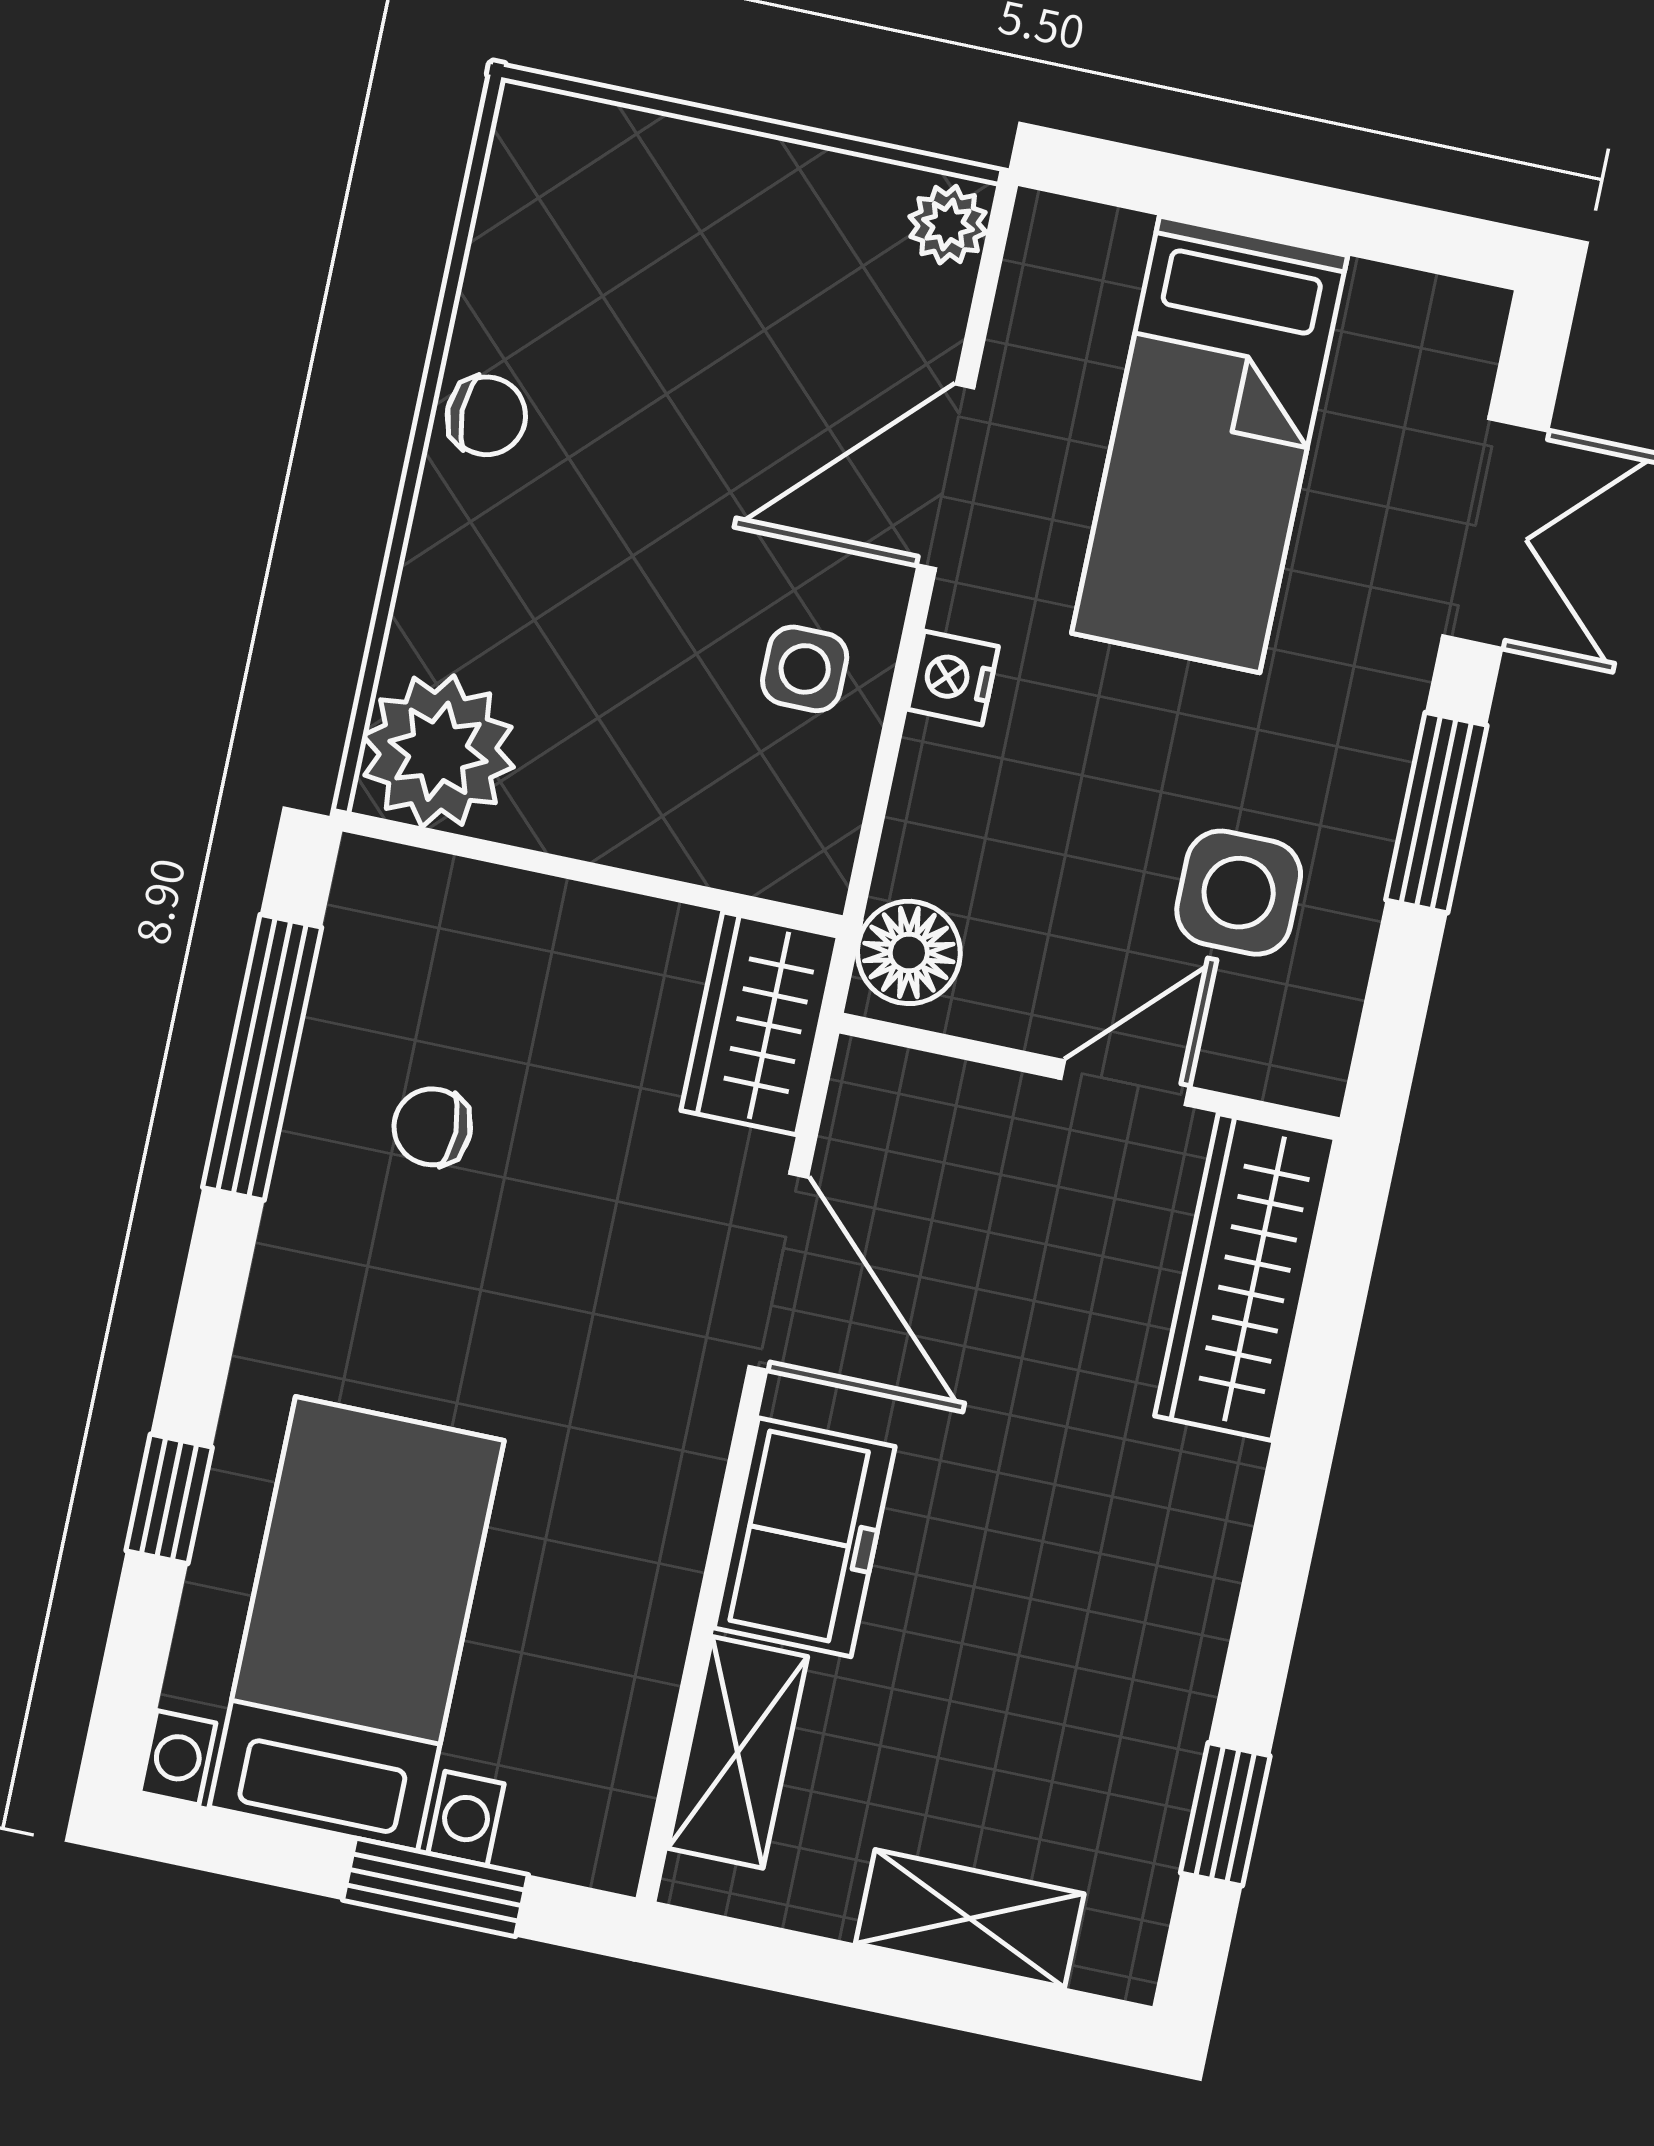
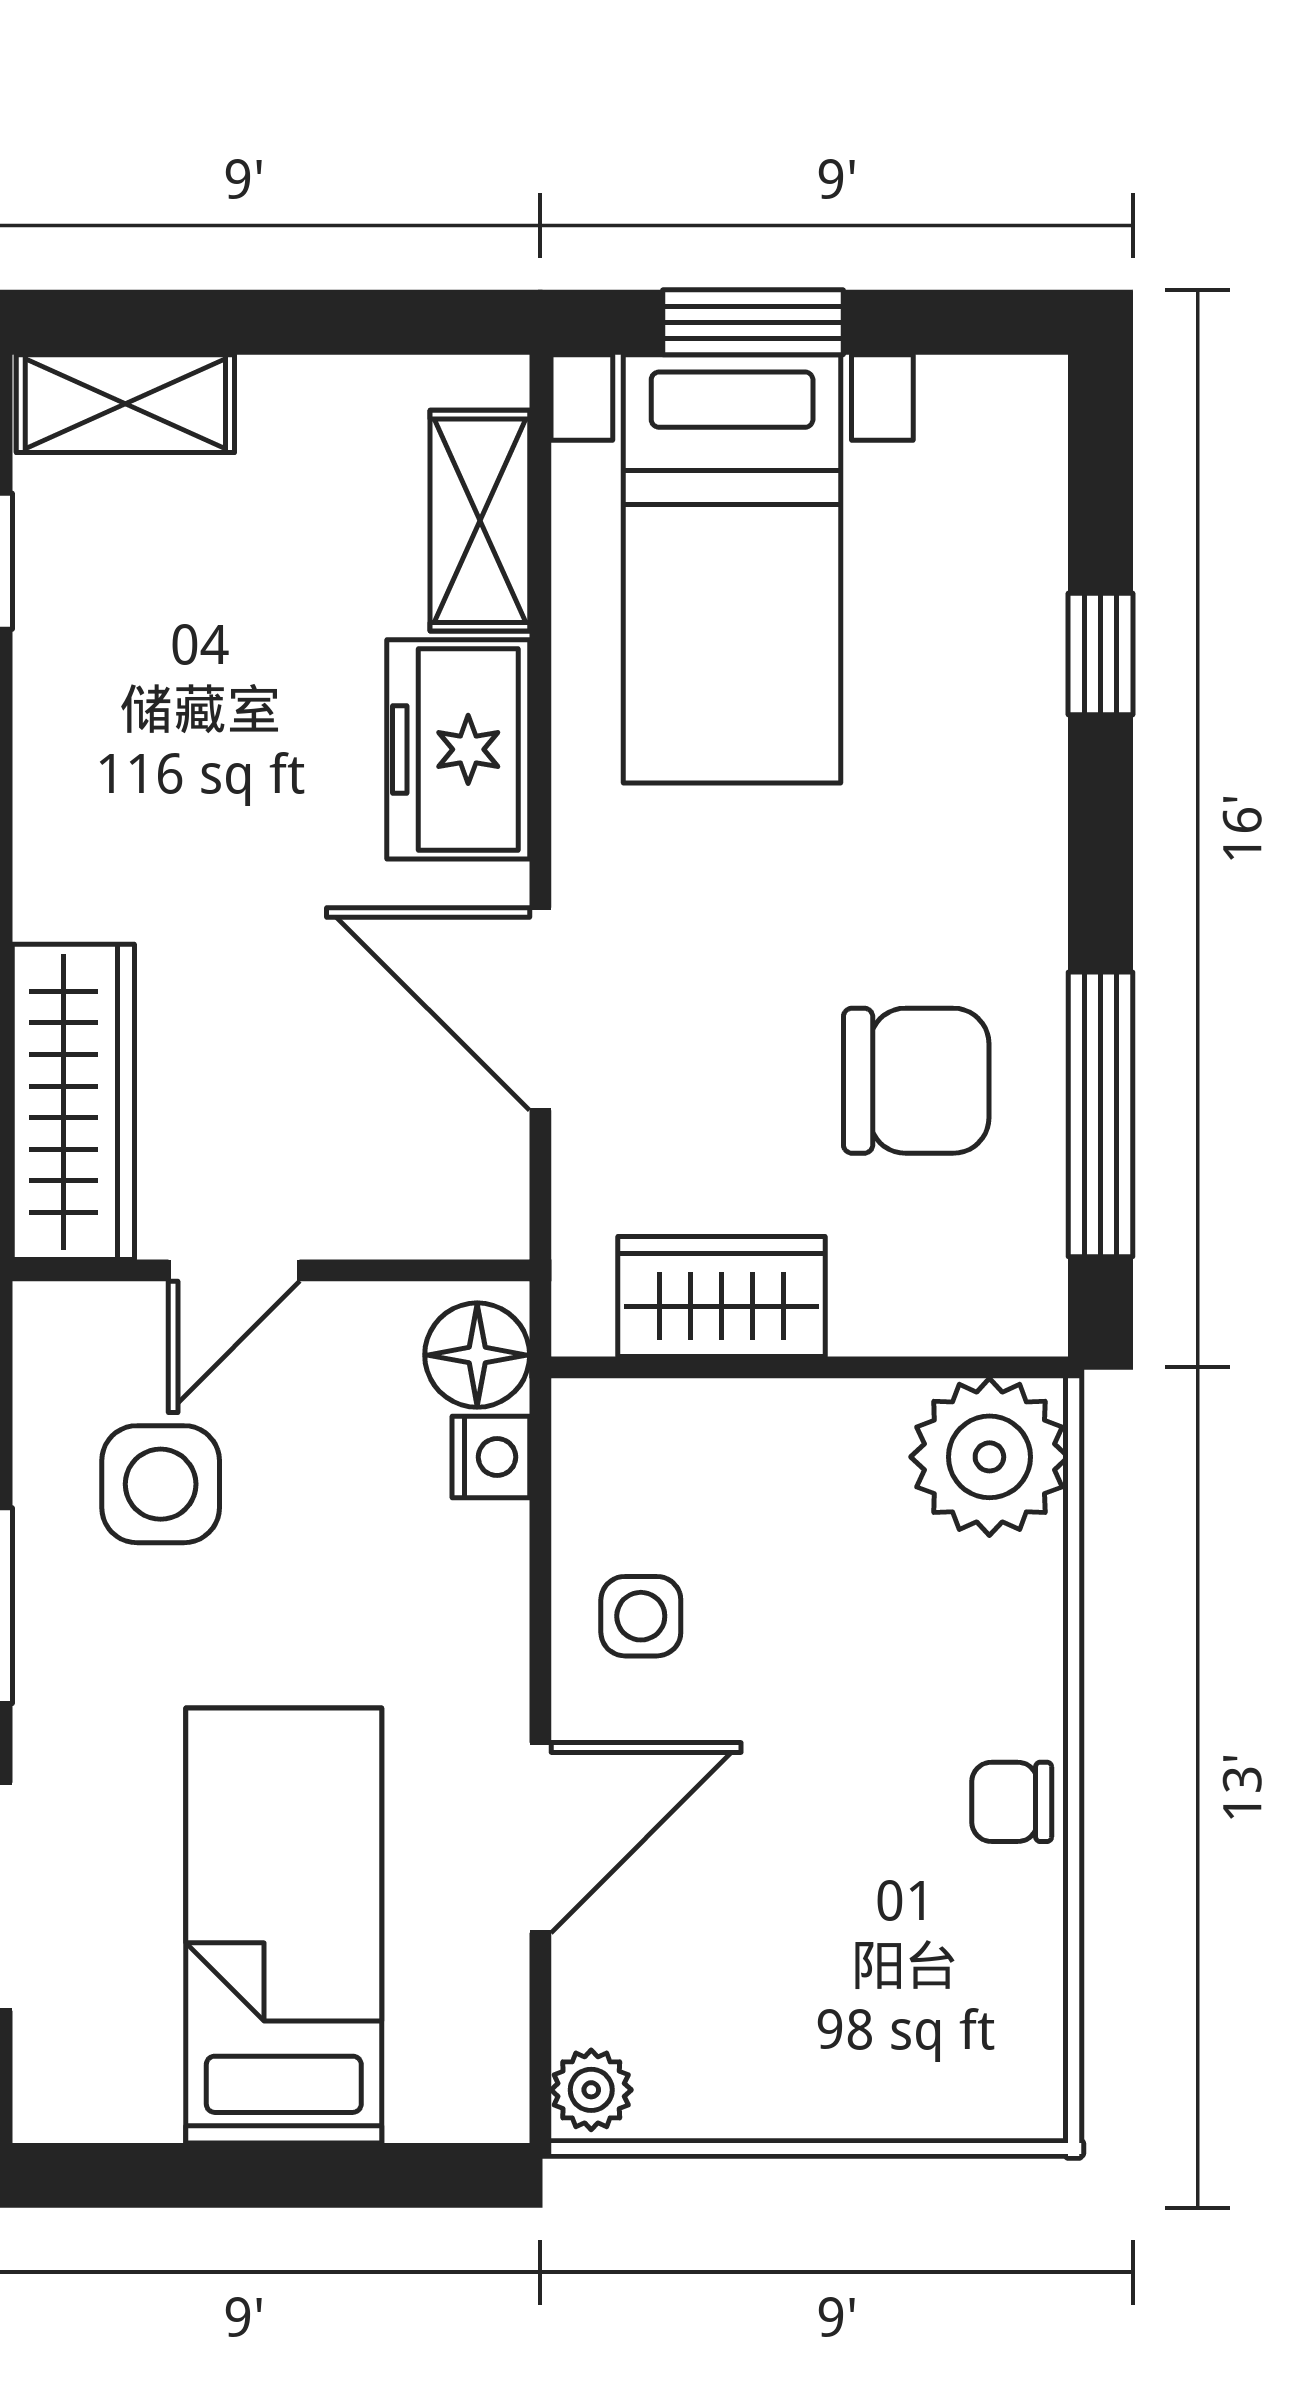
nightstand: (953, 678) -> (491, 1457), moved
wardrobe: (760, 1023) -> (721, 1296), moved, turned -90
chair: (432, 1127) -> (916, 1081), width x1.87, depth x1.87
bed with nightstands: (357, 1624) -> (732, 569), moved
shelving: (970, 1919) -> (125, 404), moved

